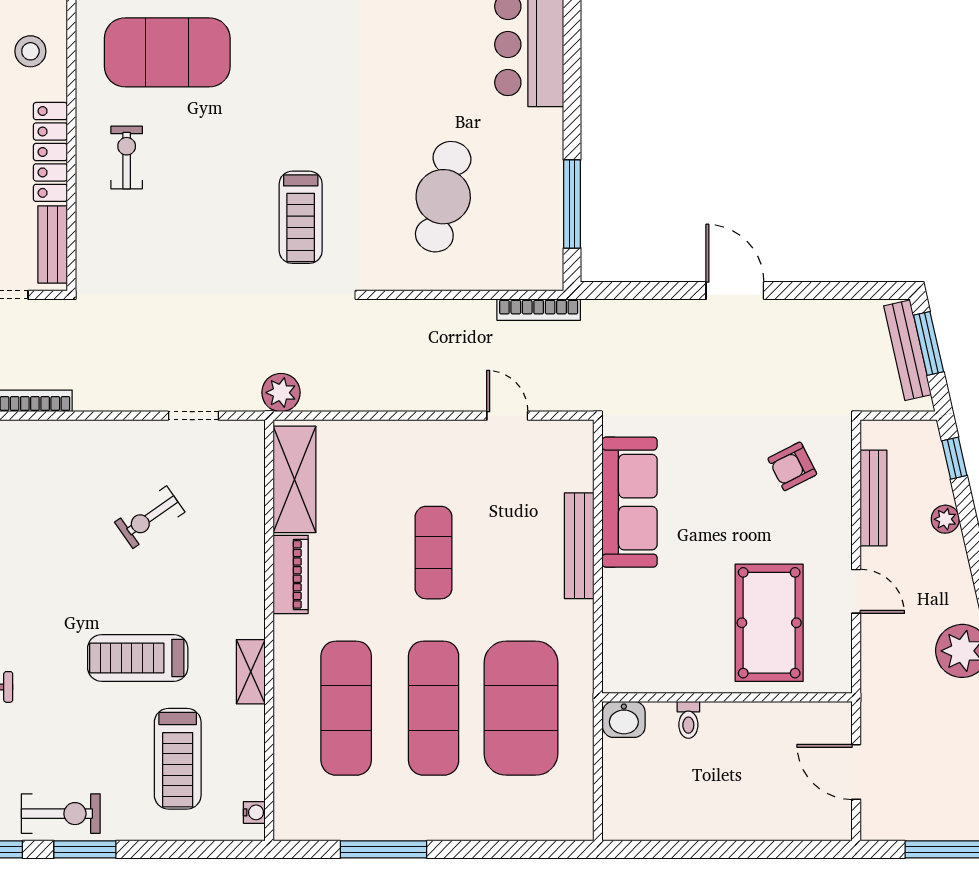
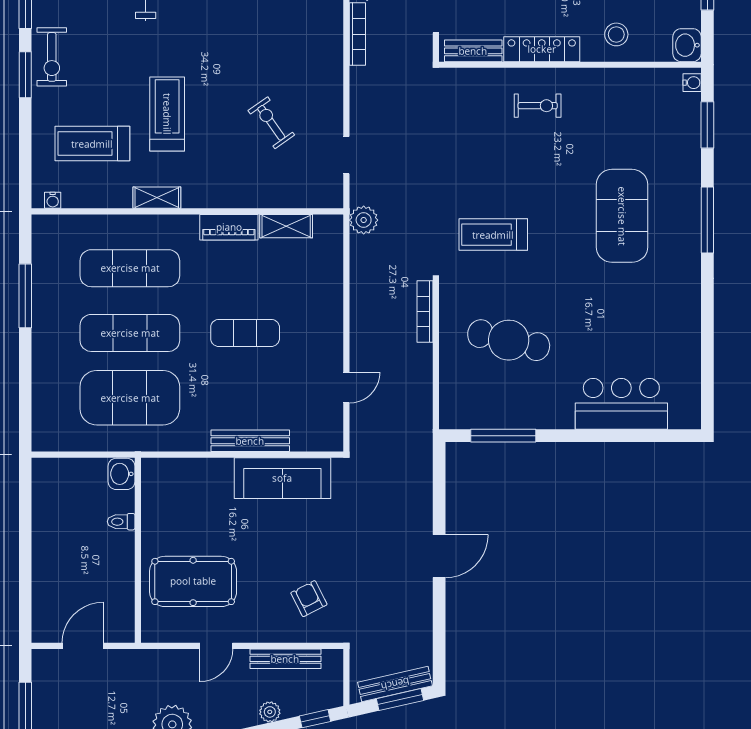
exercise mat: (167, 52) -> (622, 216), moved
bookcase: (539, 310) -> (425, 312), moved
shelving: (295, 479) -> (286, 226), width x0.67, depth x0.75

